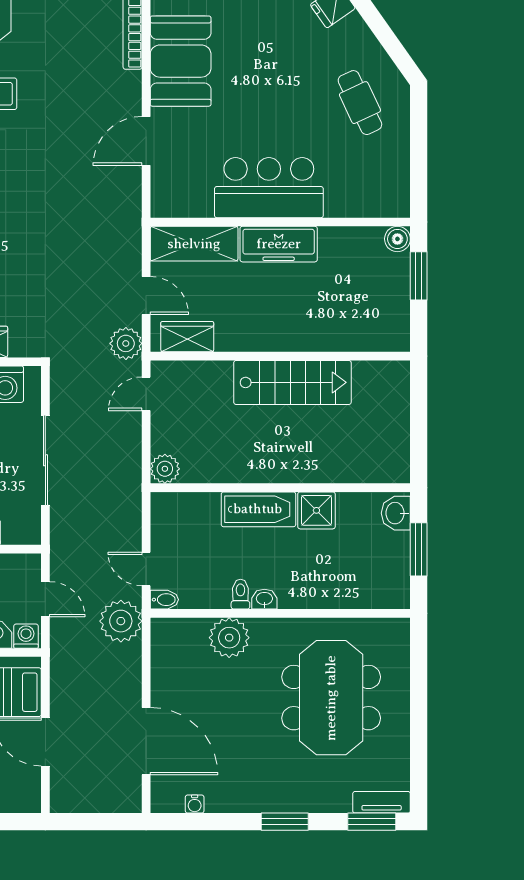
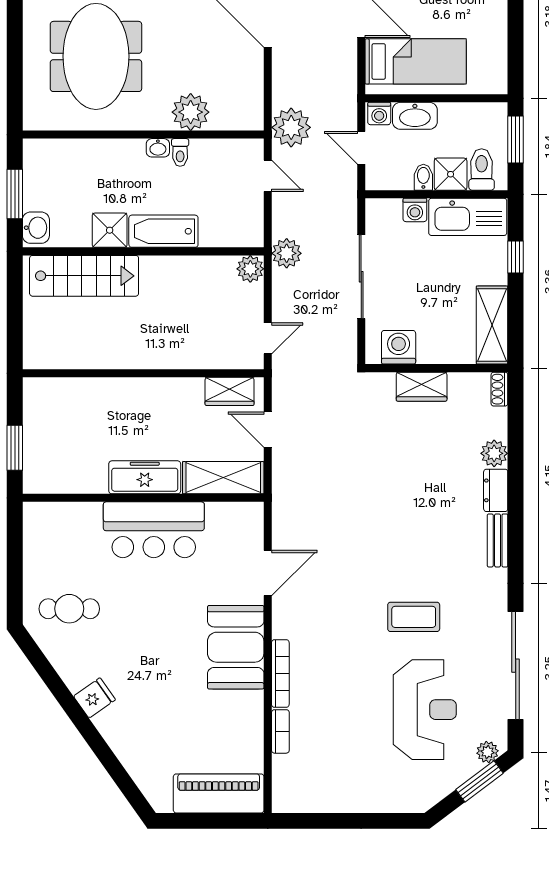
cafe table: (360, 103) -> (69, 609), turned -65
boiler: (397, 239) -> (34, 482), removed
plant: (126, 343) -> (287, 253), moved
stairs: (292, 382) -> (84, 276), moved, turned 180
bidet: (164, 600) -> (251, 147), removed

